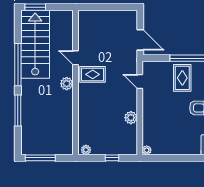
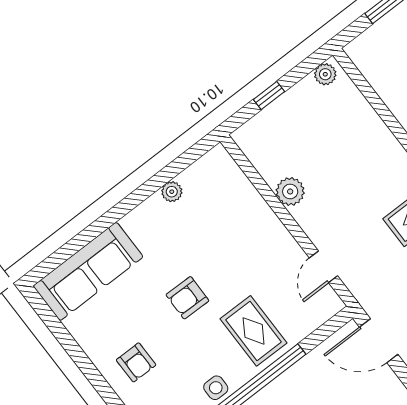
door: (140, 82) -> (323, 267), swing flipped
plant: (147, 150) -> (172, 192), moved

